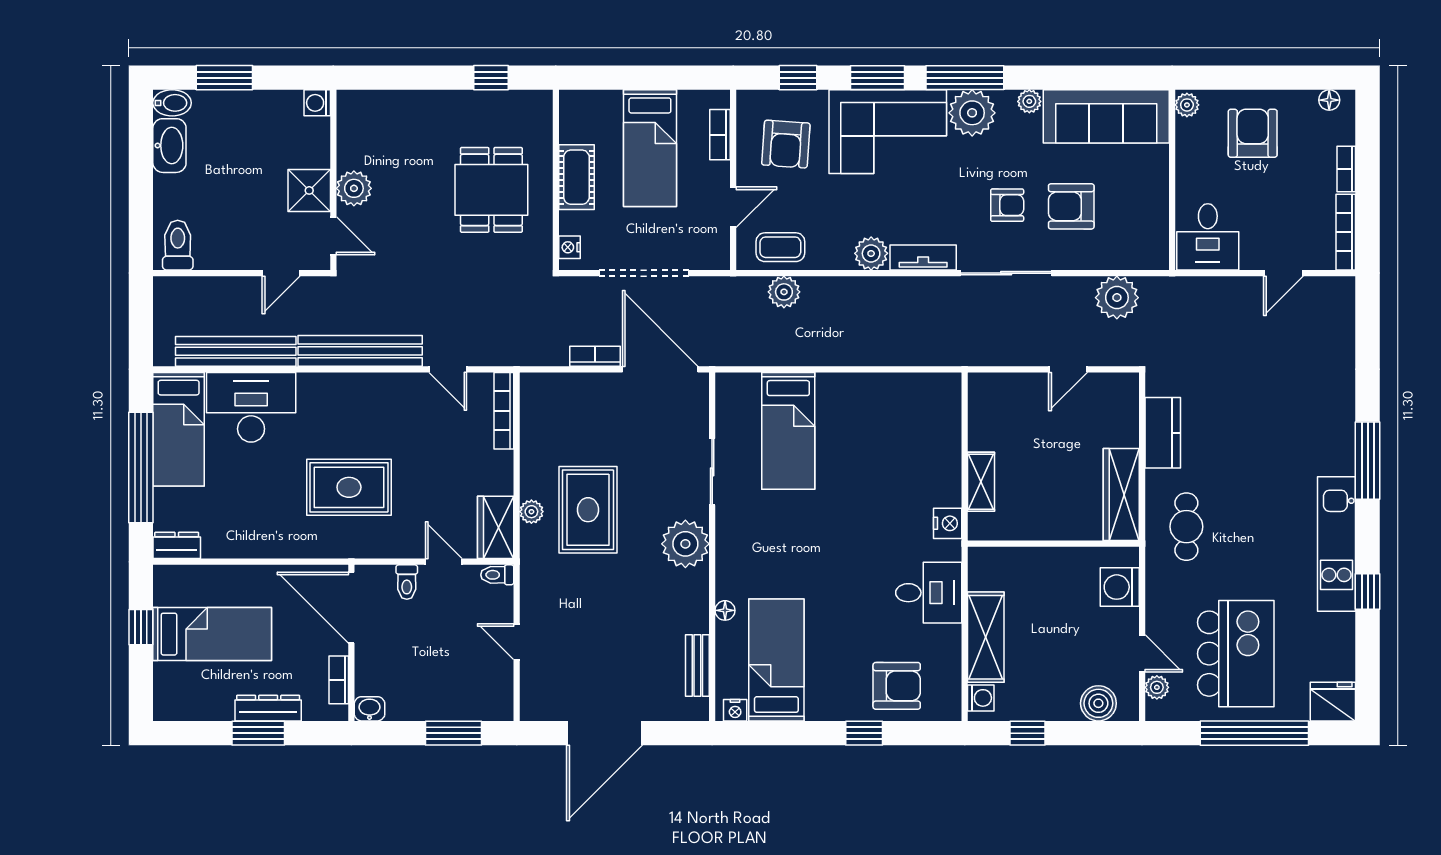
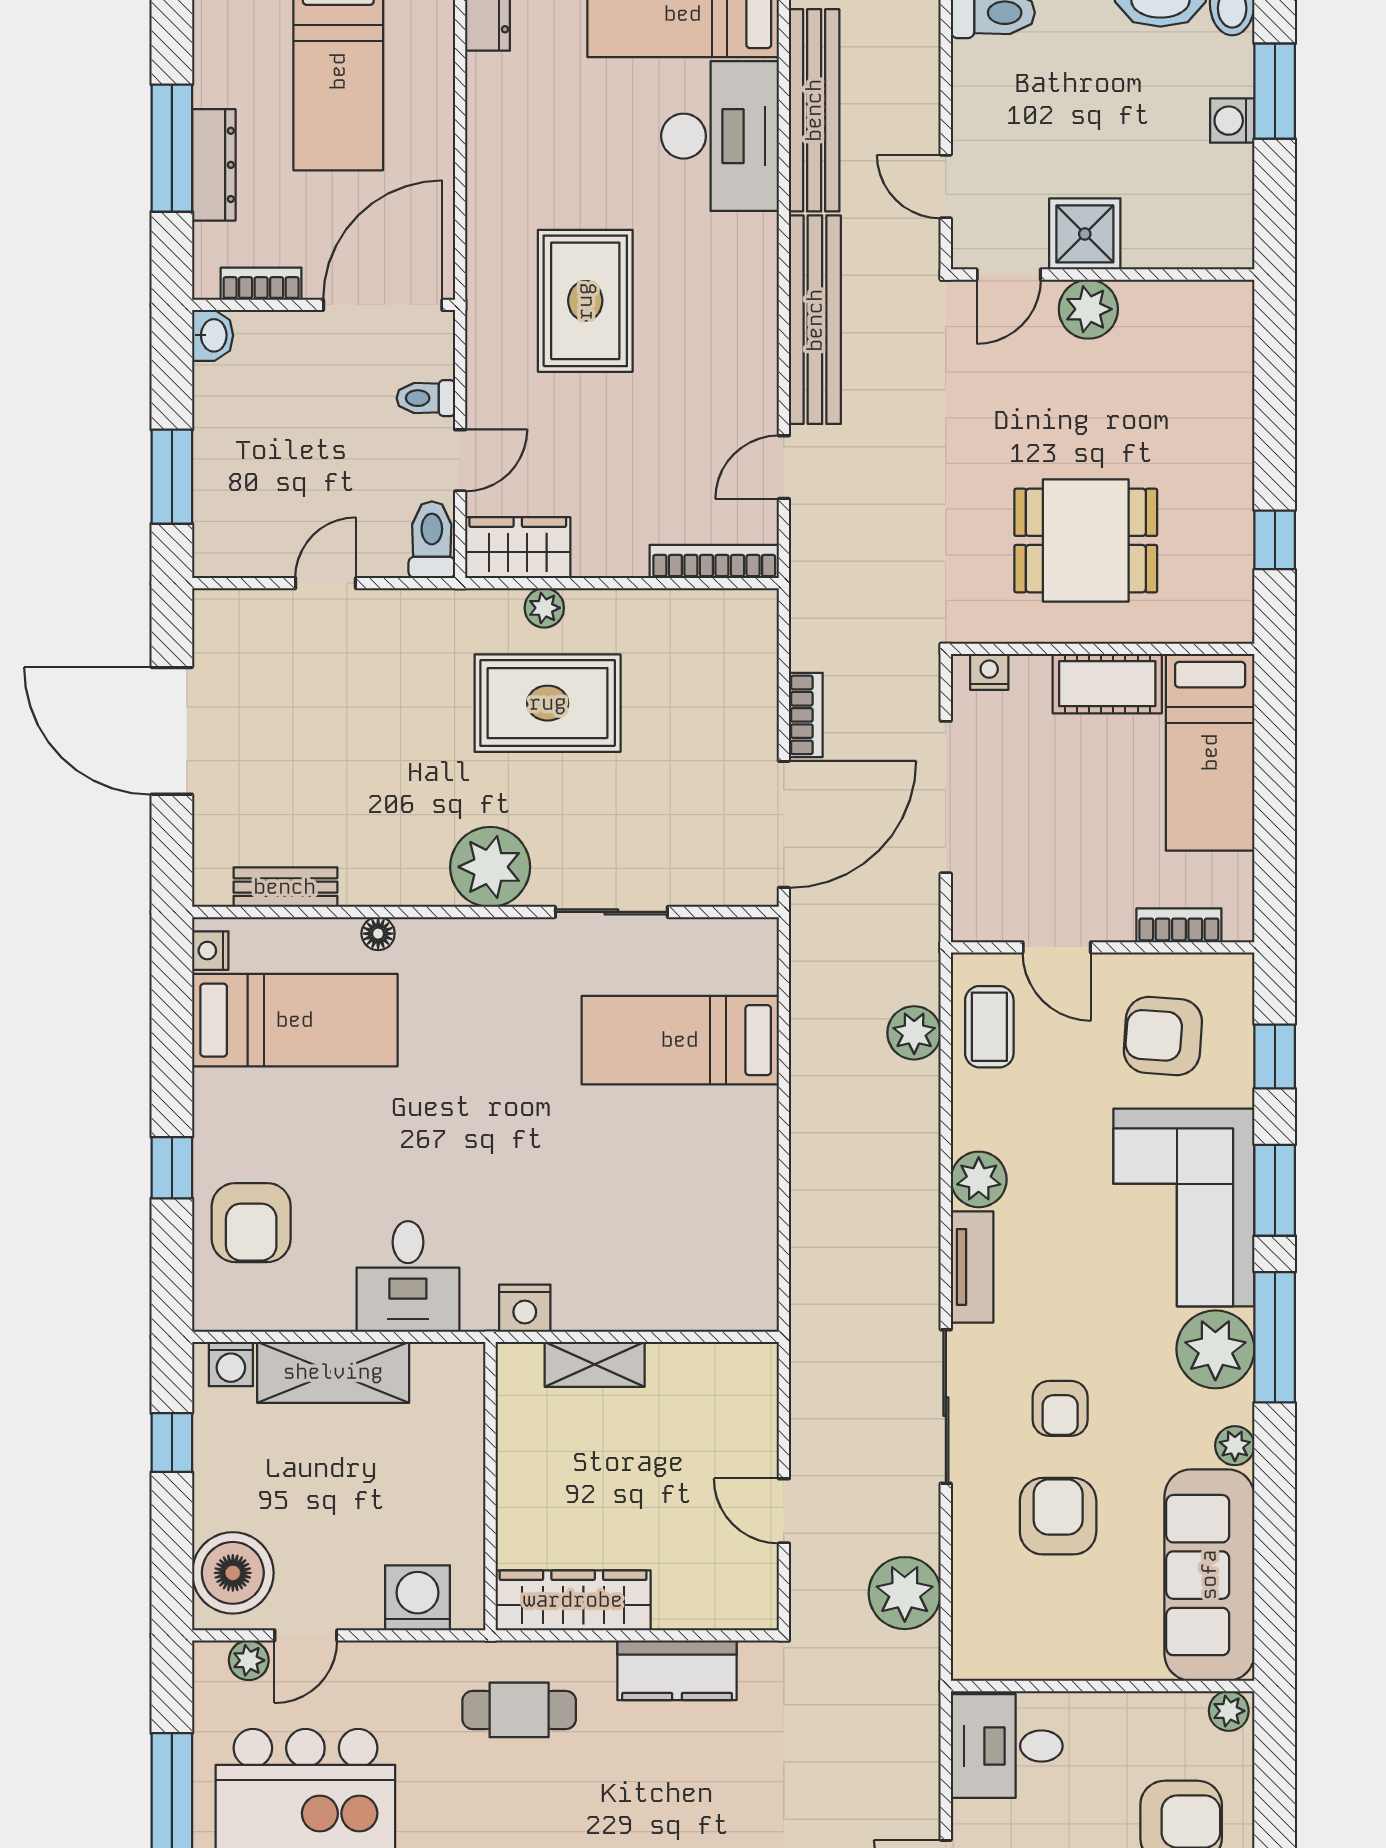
washing machine: (317, 103) -> (1232, 121), moved, turned -90
bed: (650, 148) -> (1210, 752), moved, turned -90
toilet: (497, 575) -> (432, 540), width x1.37, depth x1.39
boiler: (1098, 703) -> (233, 1573), width x1.37, depth x1.37
window: (258, 733) -> (172, 148), width x1.44

